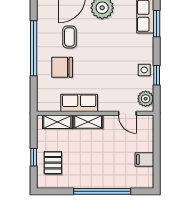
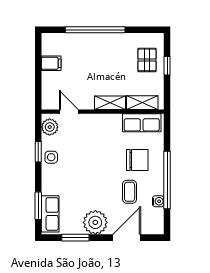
water cooler: (42, 28) -> (158, 201), added
row of seats: (79, 103) -> (142, 123), moved

